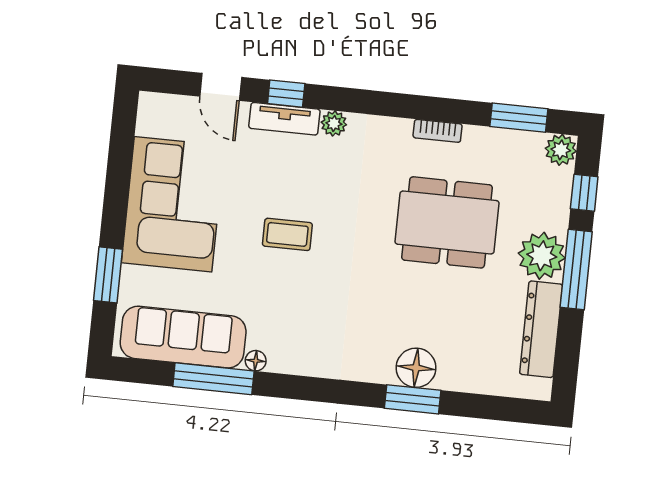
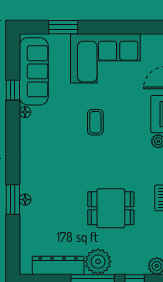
dining table: (447, 222) -> (111, 208), width x0.73
floor lamp: (416, 368) -> (25, 200), width x0.53, depth x0.53
window: (213, 379) -> (13, 90), width x0.46

